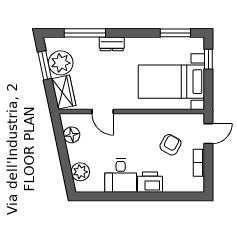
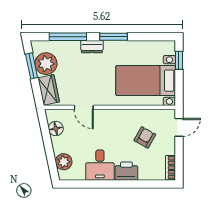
window: (175, 33) -> (113, 37), moved
bookcase: (199, 163) -> (170, 168), moved

